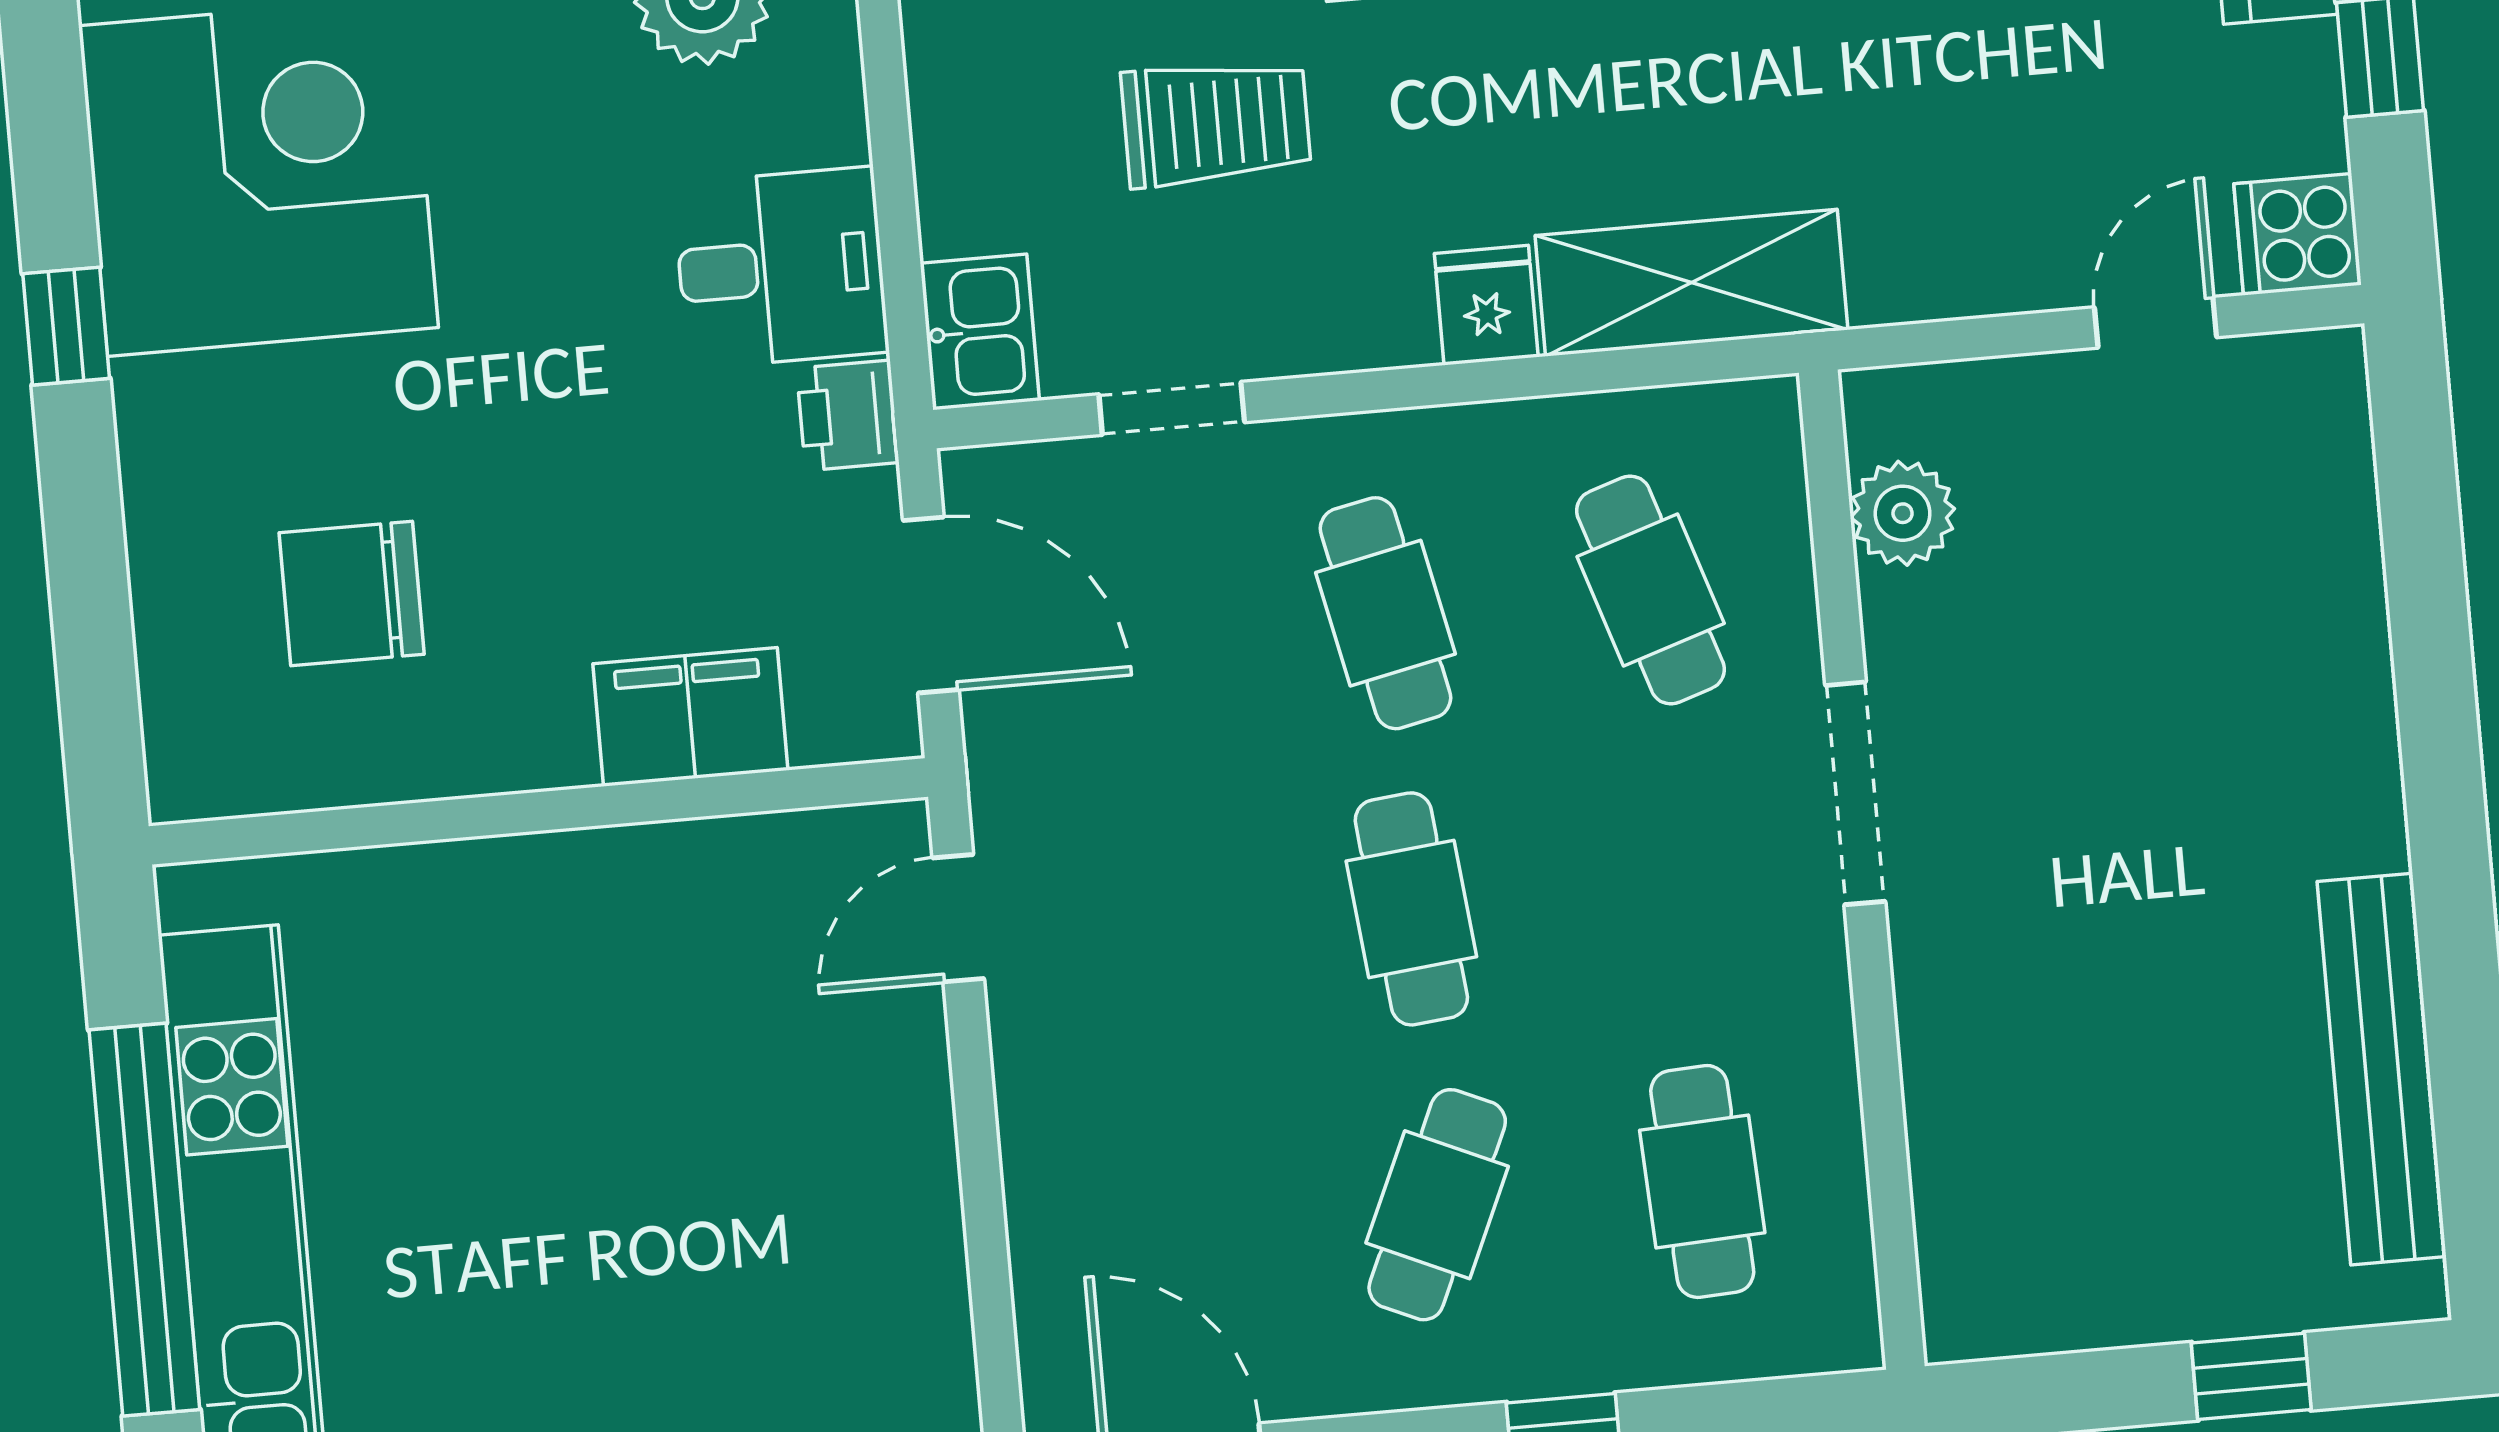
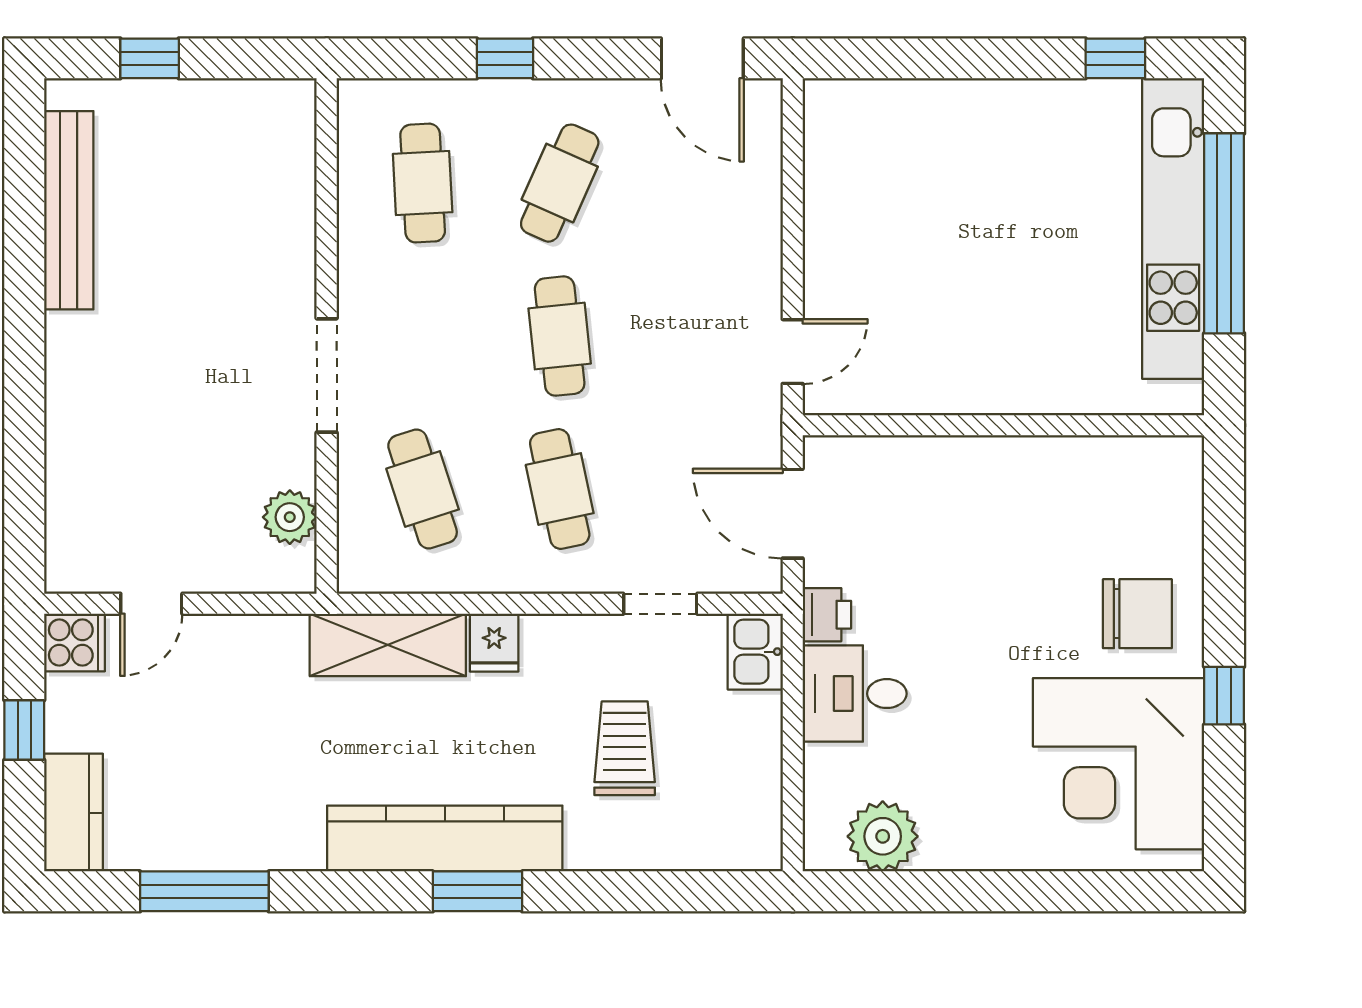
trolley: (1216, 123) -> (625, 748), turned 90
chair: (352, 593) -> (1137, 614), moved
filing cabinet: (690, 717) -> (921, 467), removed

